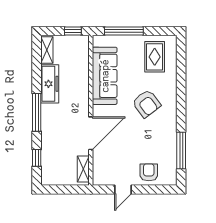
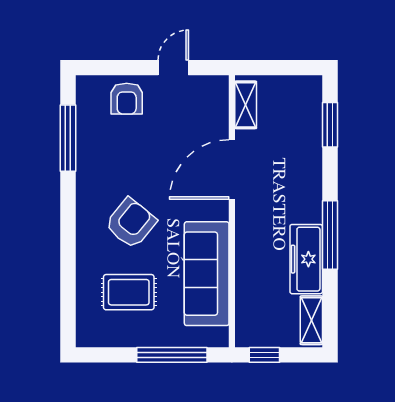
rug: (155, 57) -> (129, 292), moved, turned 90
armchair: (146, 104) -> (131, 223), turned 76
window: (37, 112) -> (330, 235), moved
window: (37, 158) -> (330, 125), width x1.50

